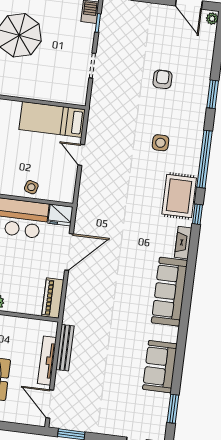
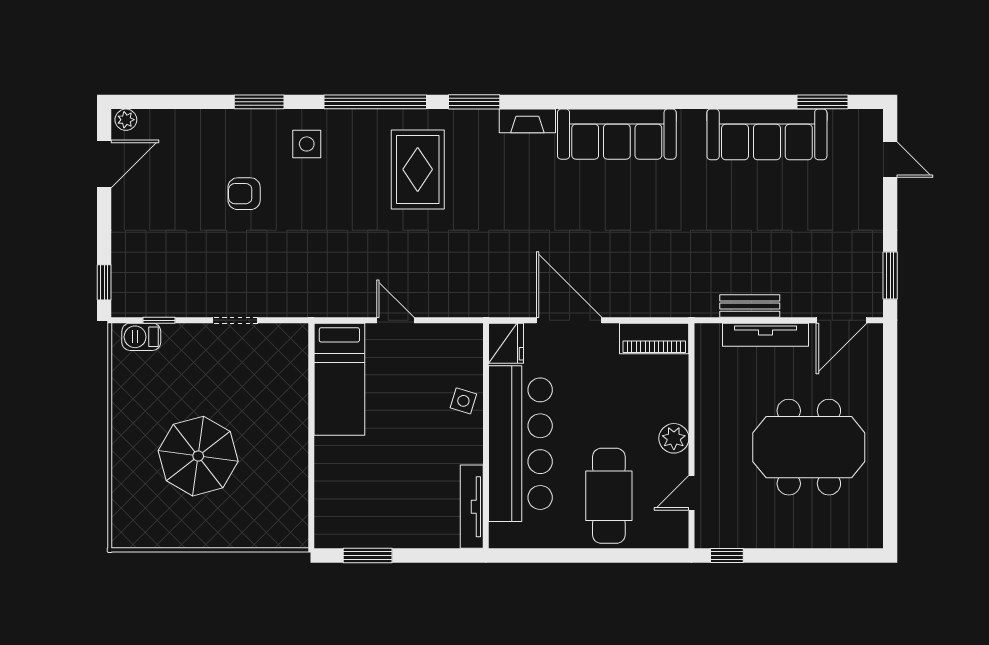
side table: (160, 143) -> (307, 144), moved
door: (81, 155) -> (395, 320), swing flipped
rug: (179, 196) -> (418, 169), moved, turned 90
window: (198, 214) -> (474, 102), width x1.50
bench: (65, 348) -> (750, 306), width x0.73
sofa: (160, 367) -> (767, 134), width x1.36

